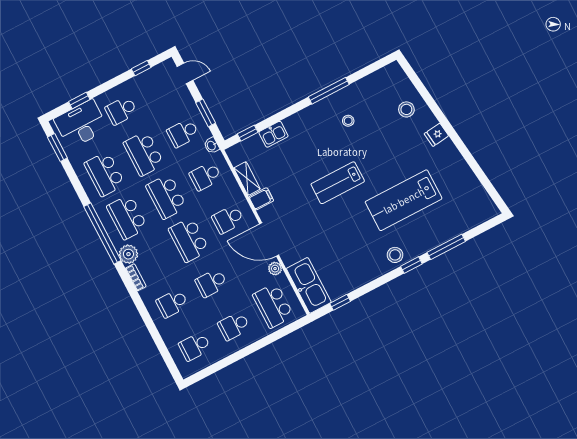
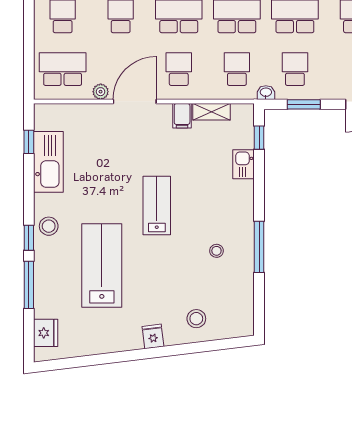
fridge: (475, 216) -> (46, 333), added
kitchen sink: (309, 285) -> (48, 162), moved, turned -90

